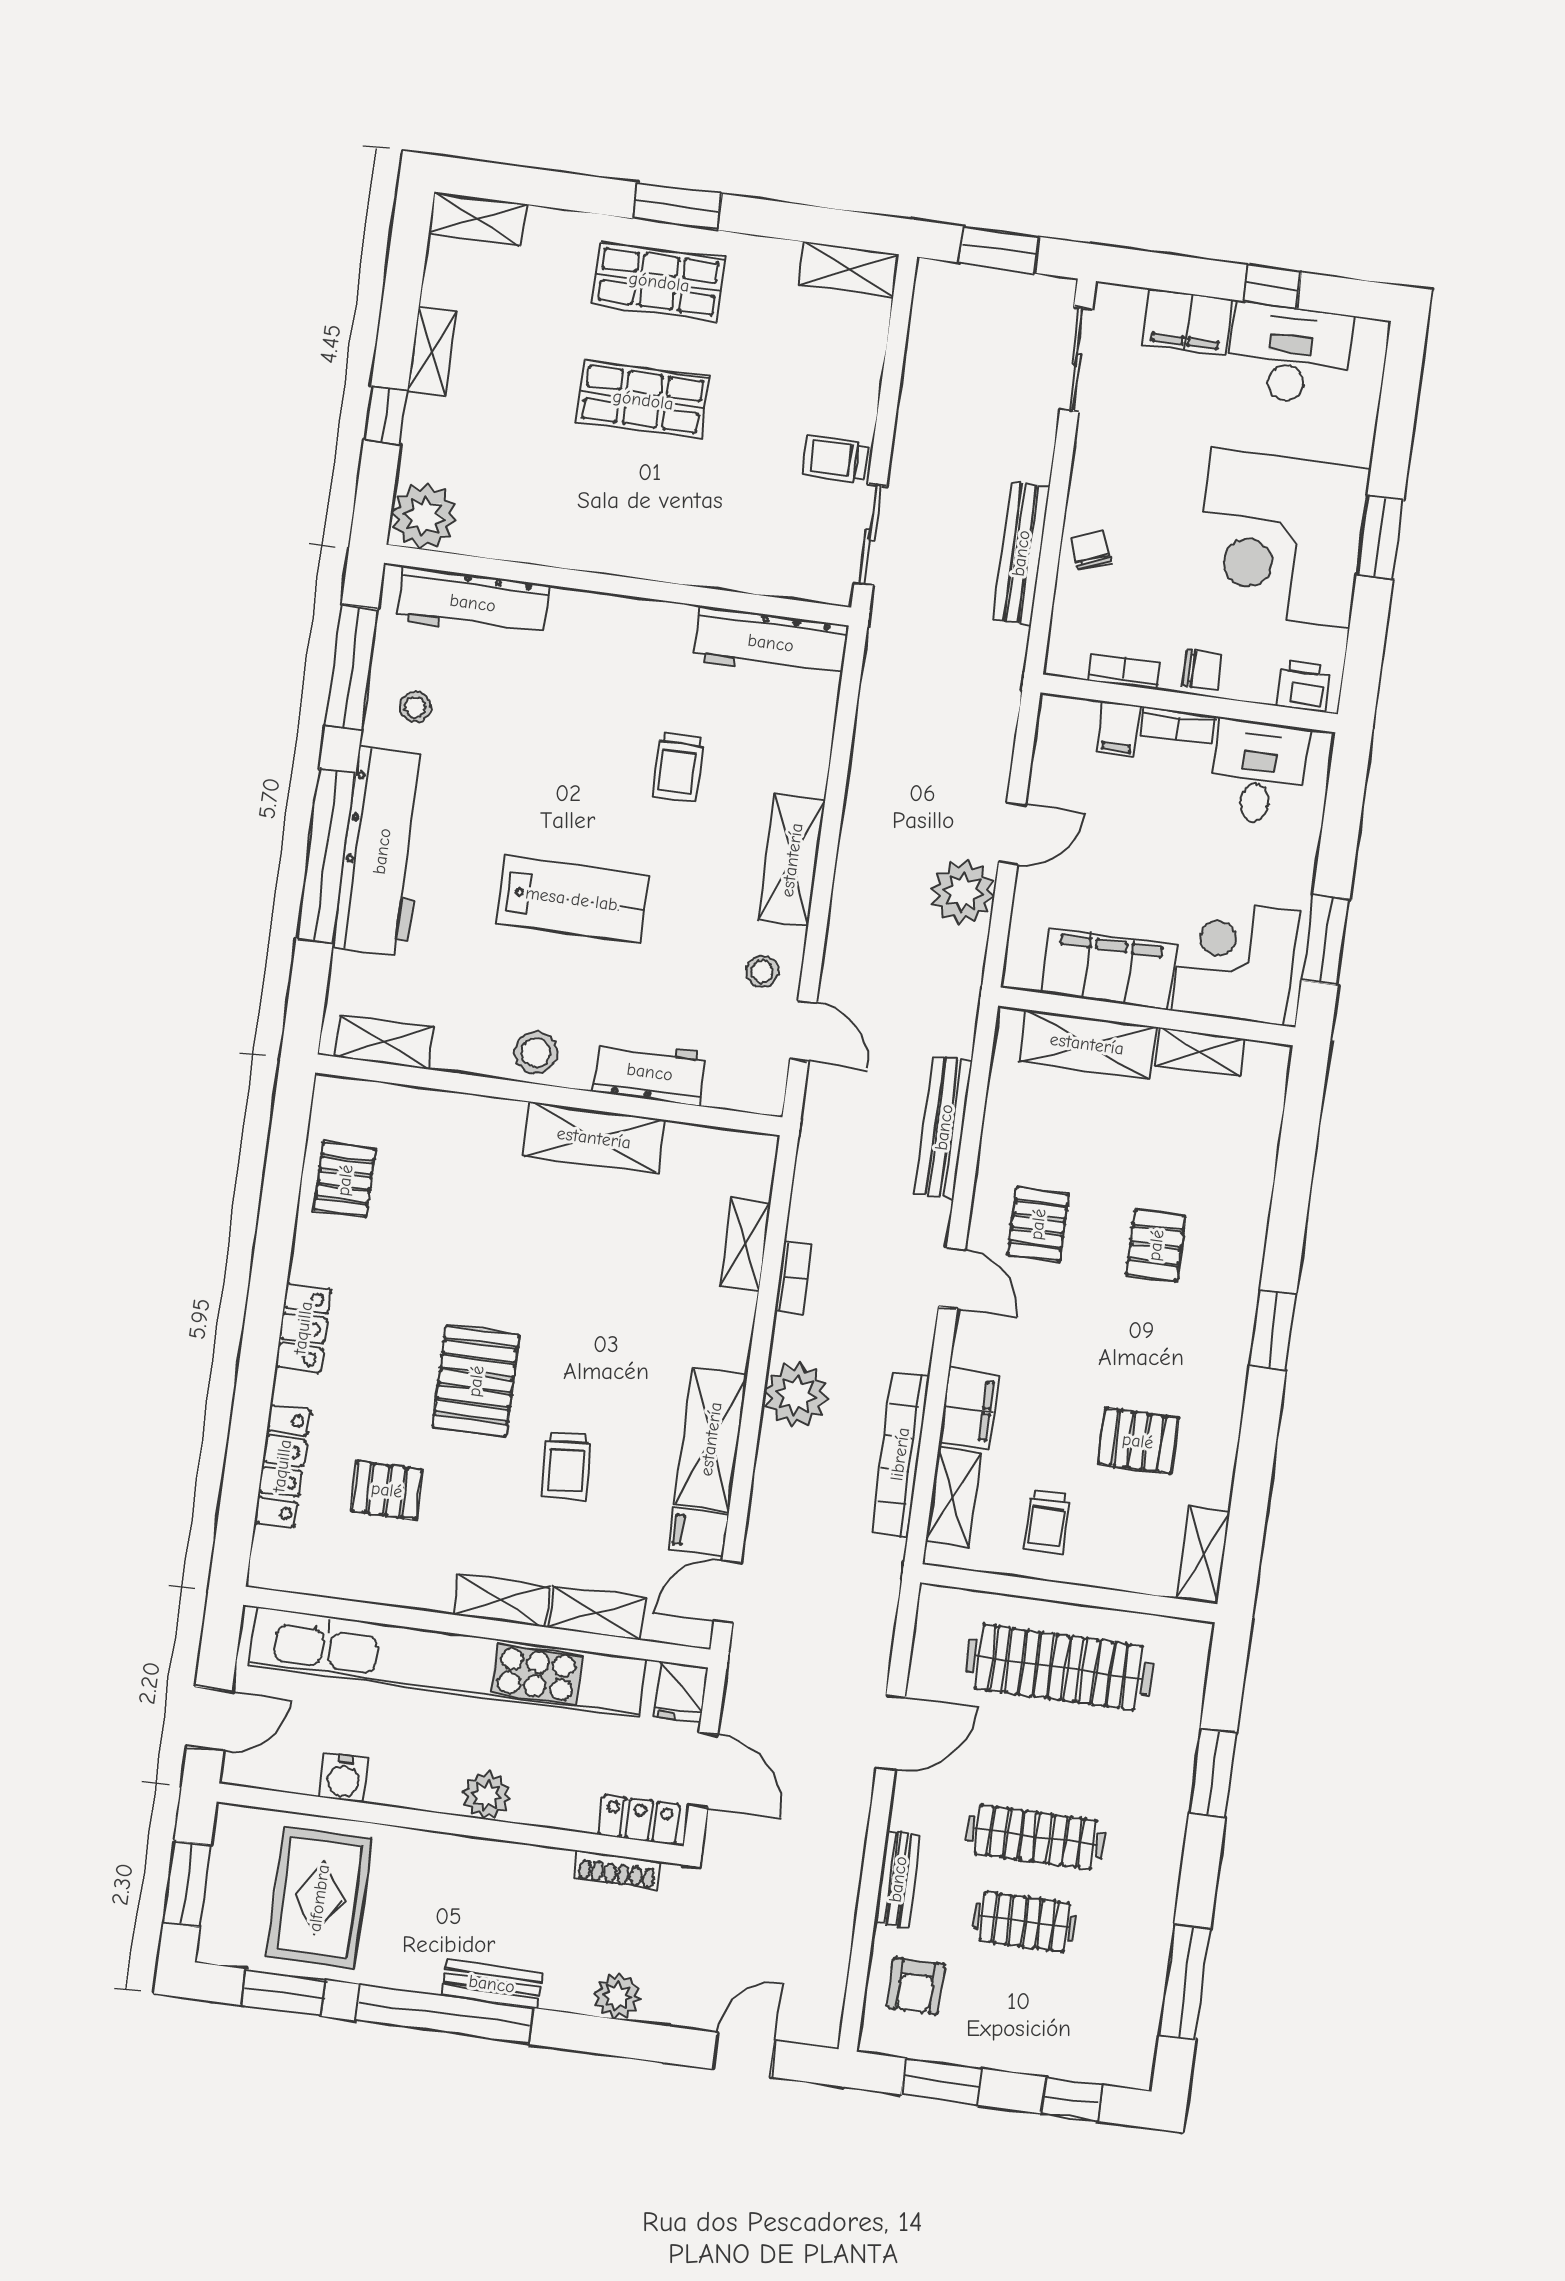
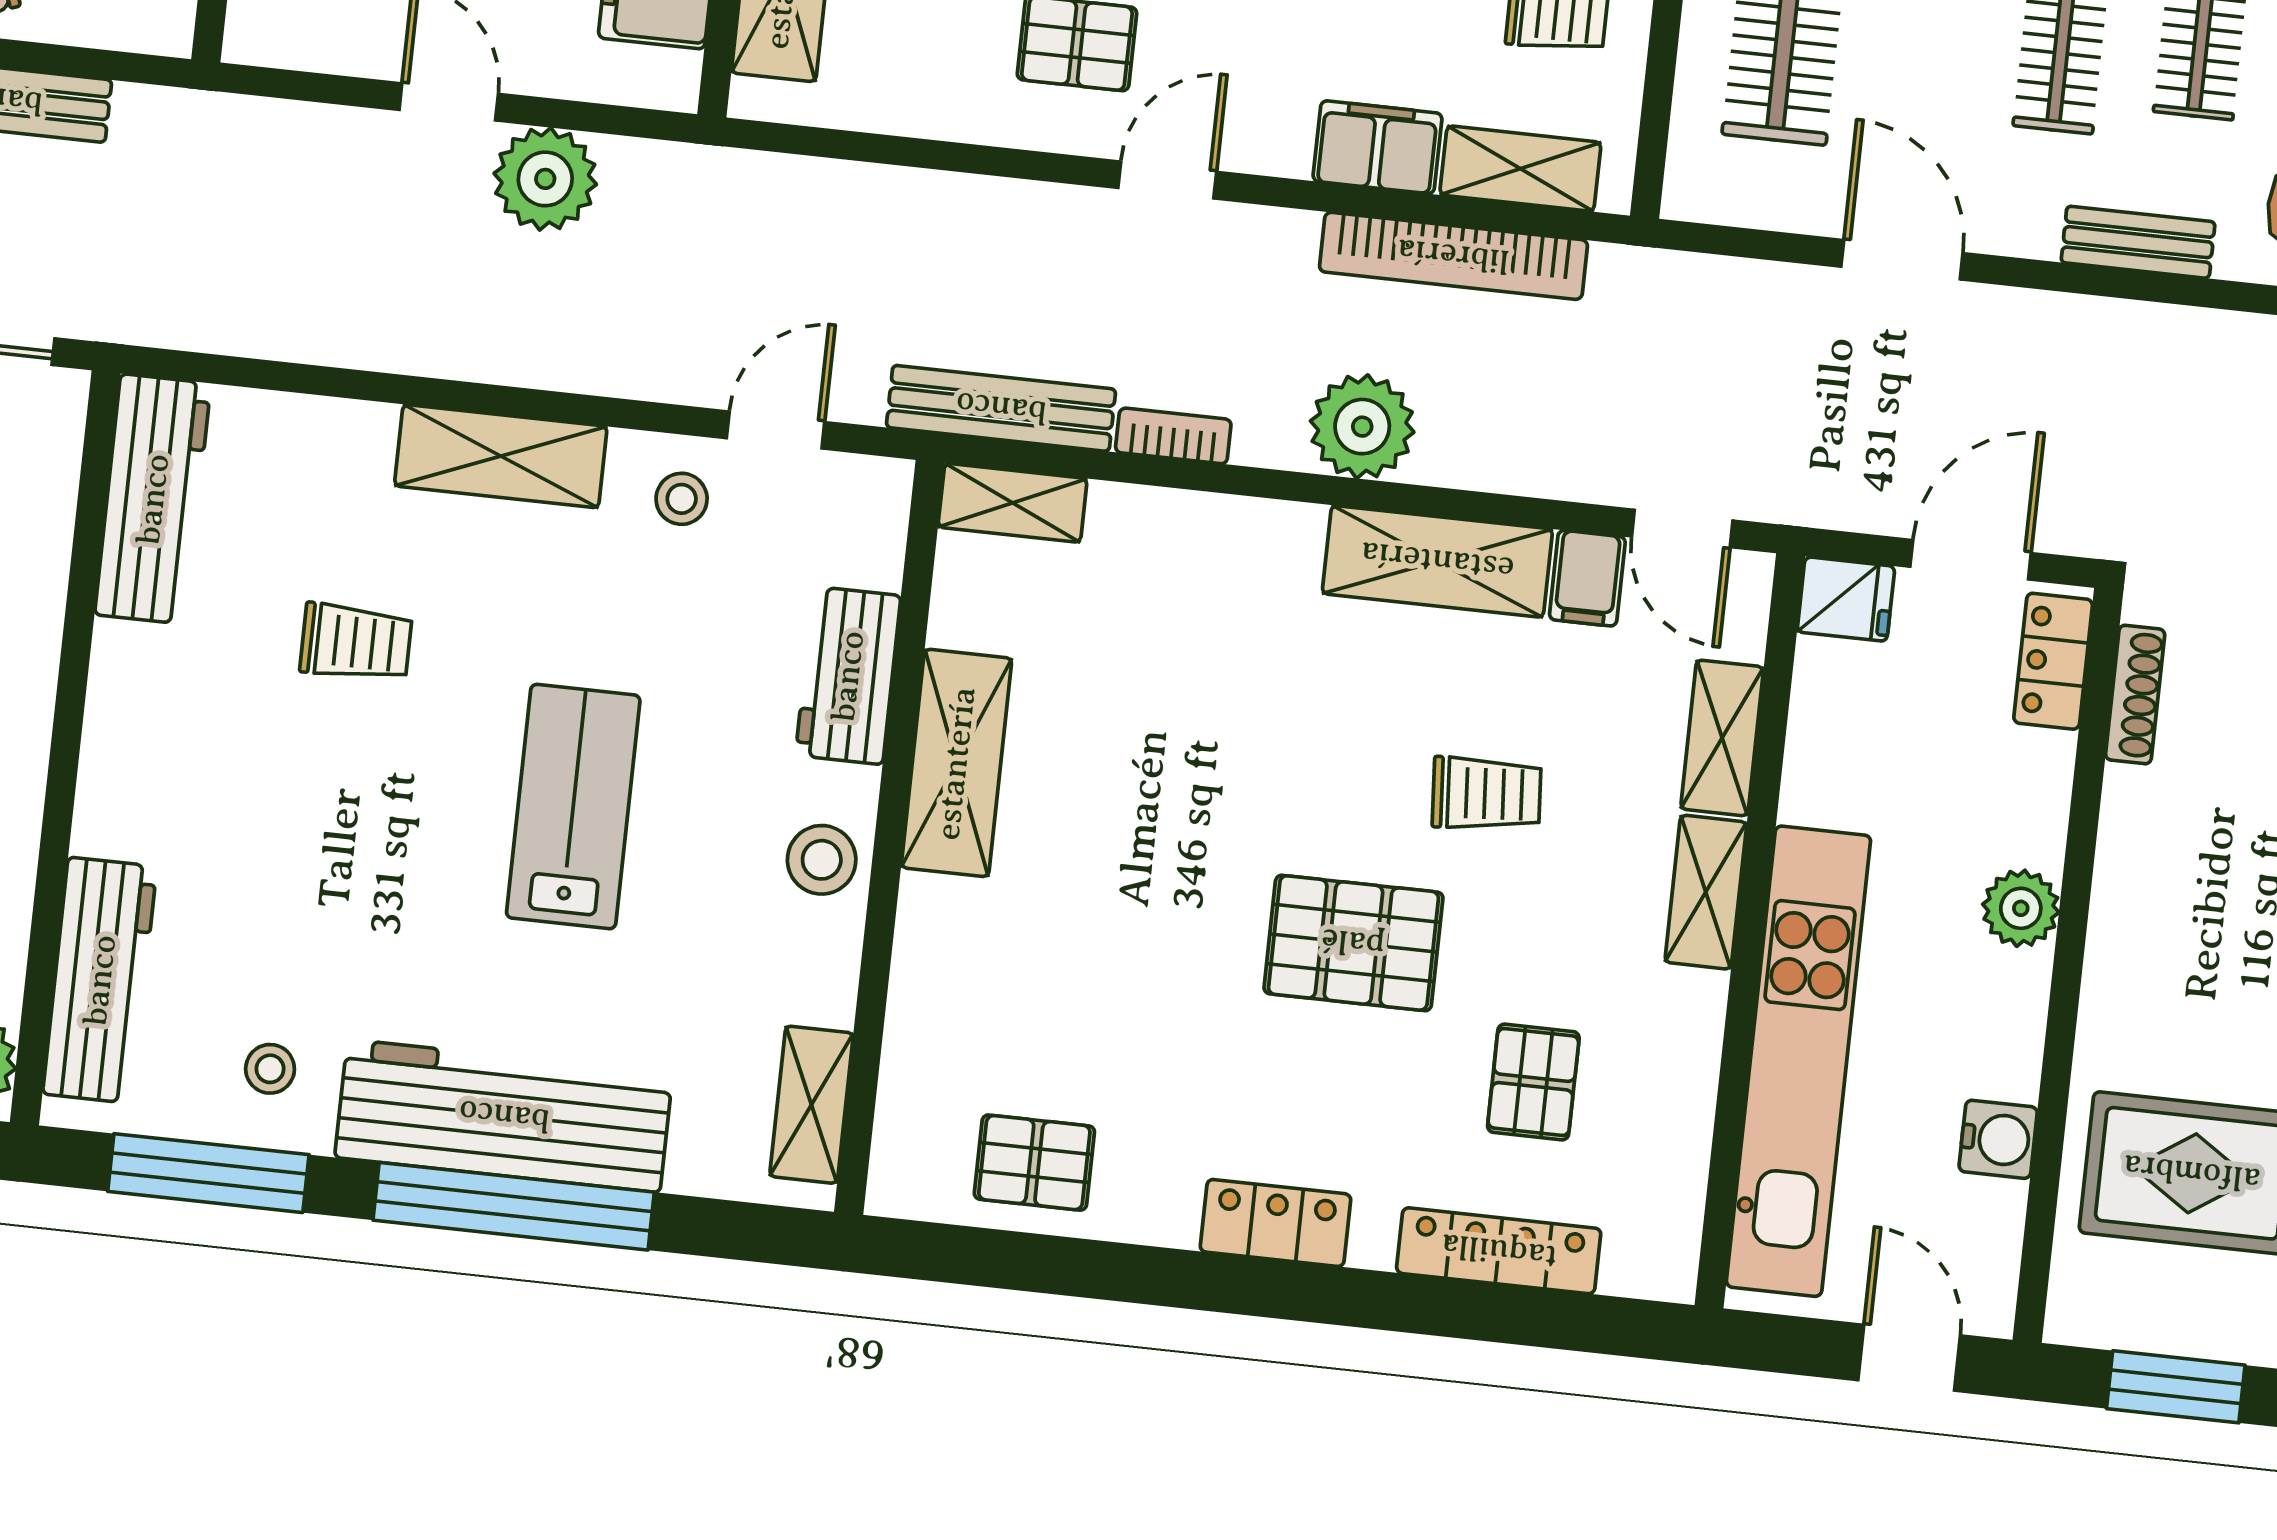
bench: (944, 1127) -> (1001, 408), moved
shelving: (745, 1244) -> (1013, 503), moved
kitchen unit: (447, 1662) -> (1798, 1061), width x0.73

